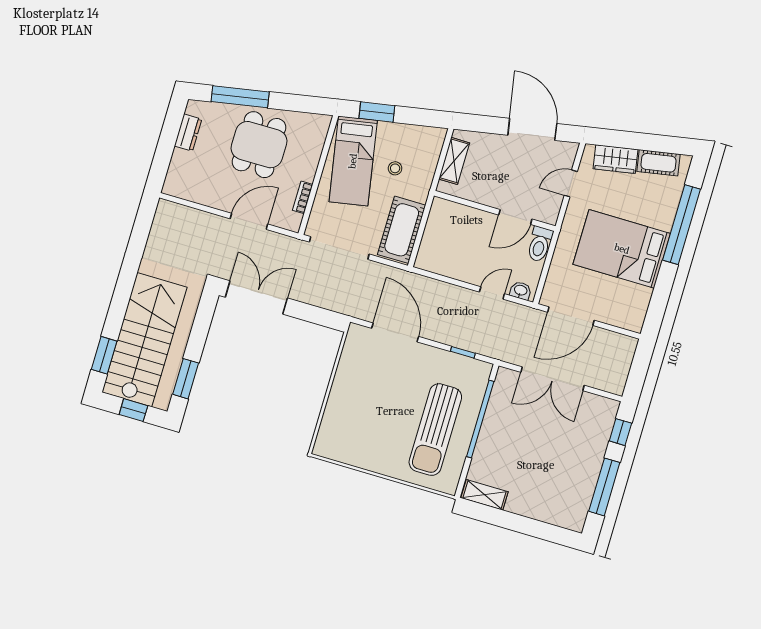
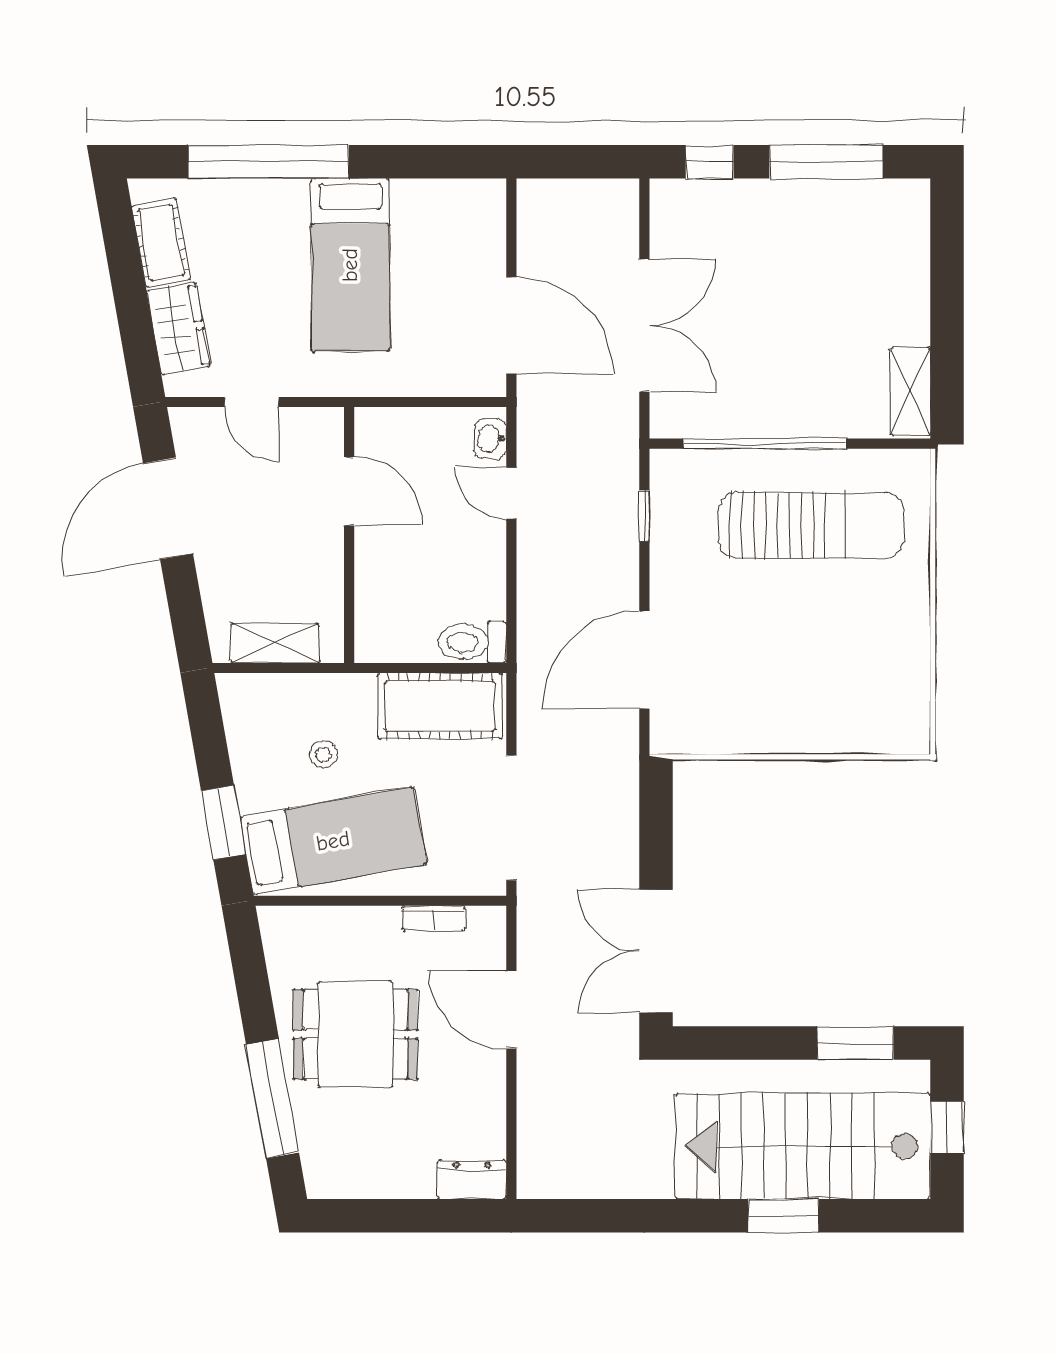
dresser: (188, 133) -> (472, 1180), moved
toilet: (540, 244) -> (472, 642), moved, turned 180
bed: (622, 249) -> (350, 265), width x0.67
window: (104, 355) -> (783, 1216), moved

